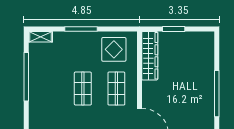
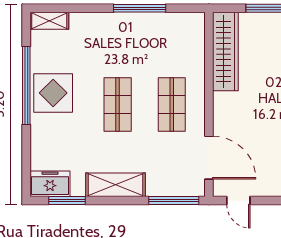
window: (81, 29) -> (140, 8), moved
display table: (114, 49) -> (53, 93), moved

